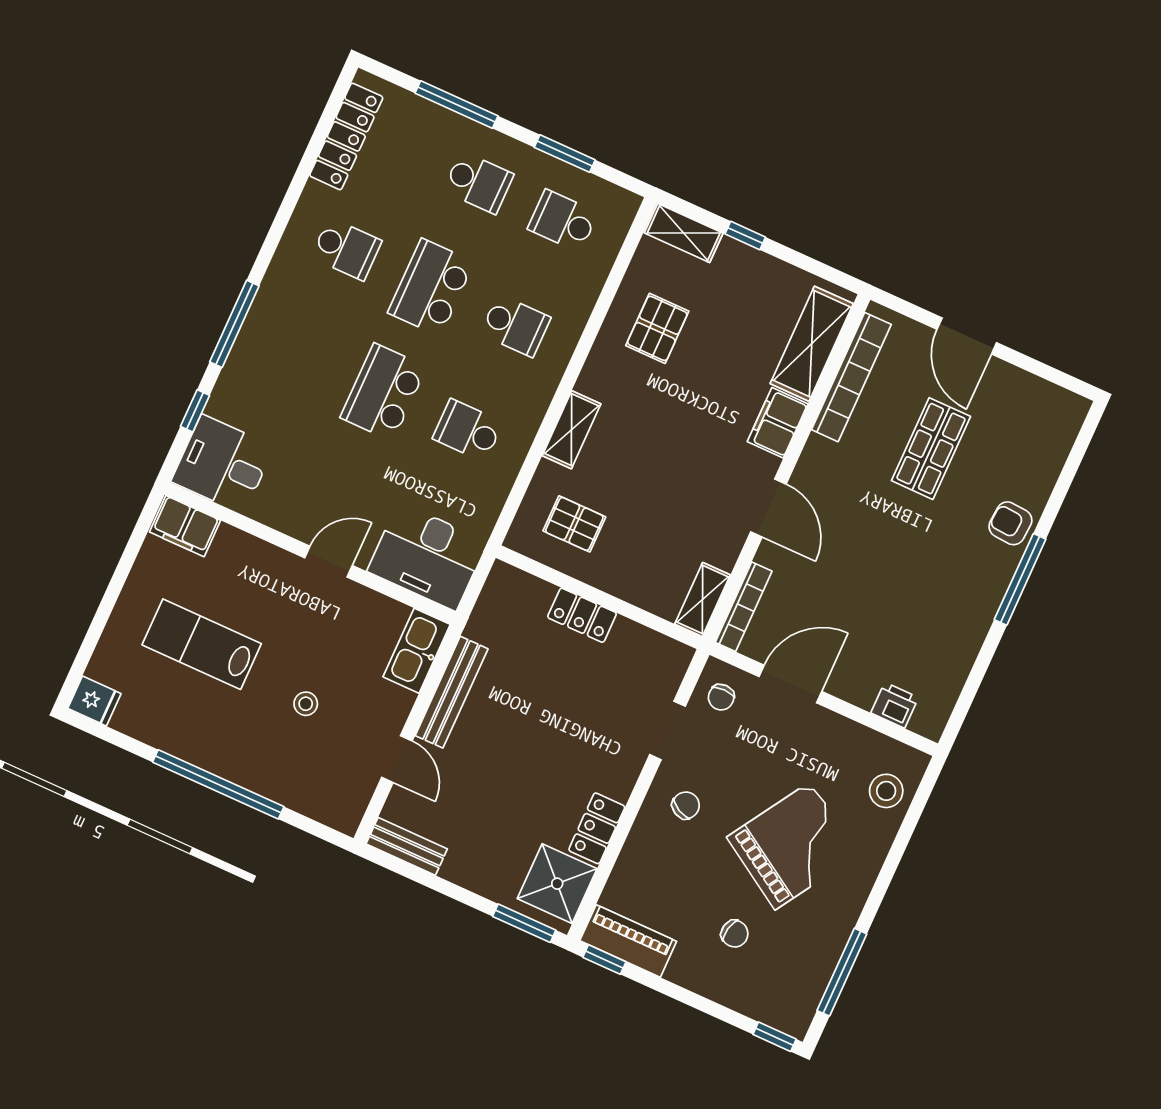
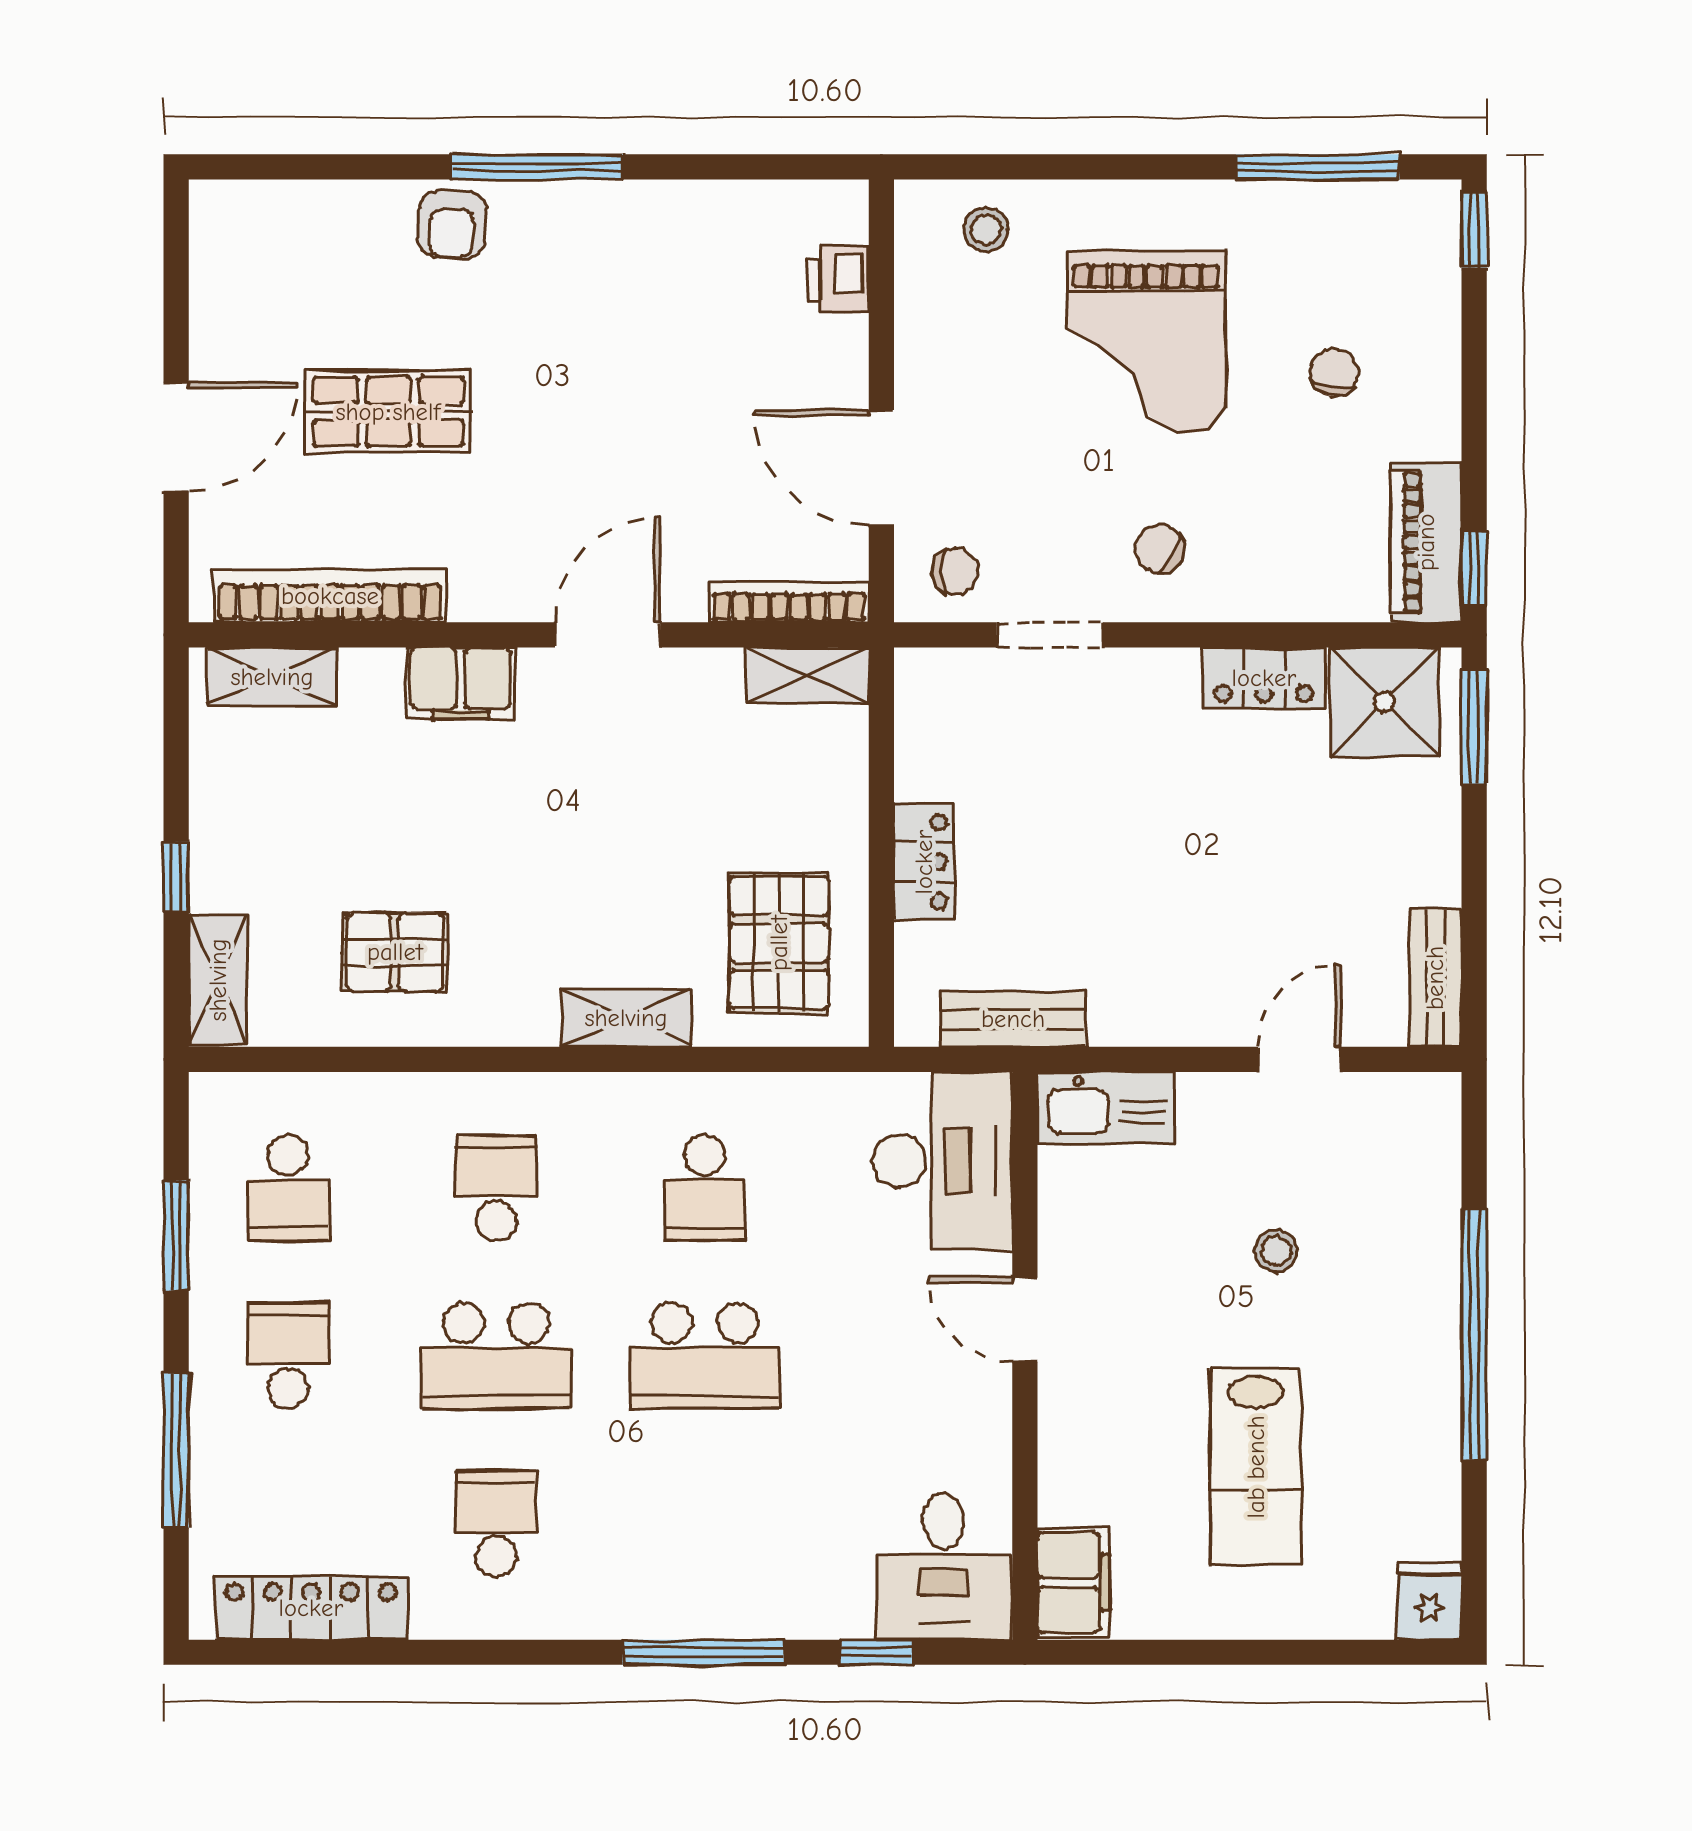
shelving: (812, 344) -> (272, 677), width x0.67, depth x0.75
pallet: (574, 524) -> (779, 943), width x1.50, depth x1.42
bench: (452, 692) -> (1013, 1019), moved, width x0.73
stool: (886, 791) -> (986, 229), width x0.73, depth x0.73
grand piano: (793, 846) -> (1146, 342), turned -122

